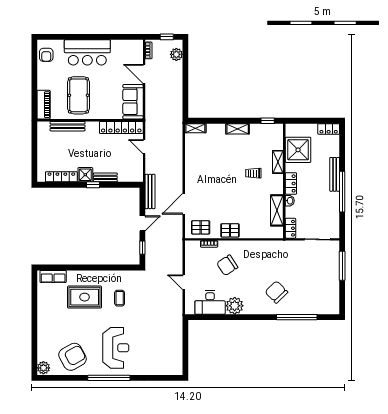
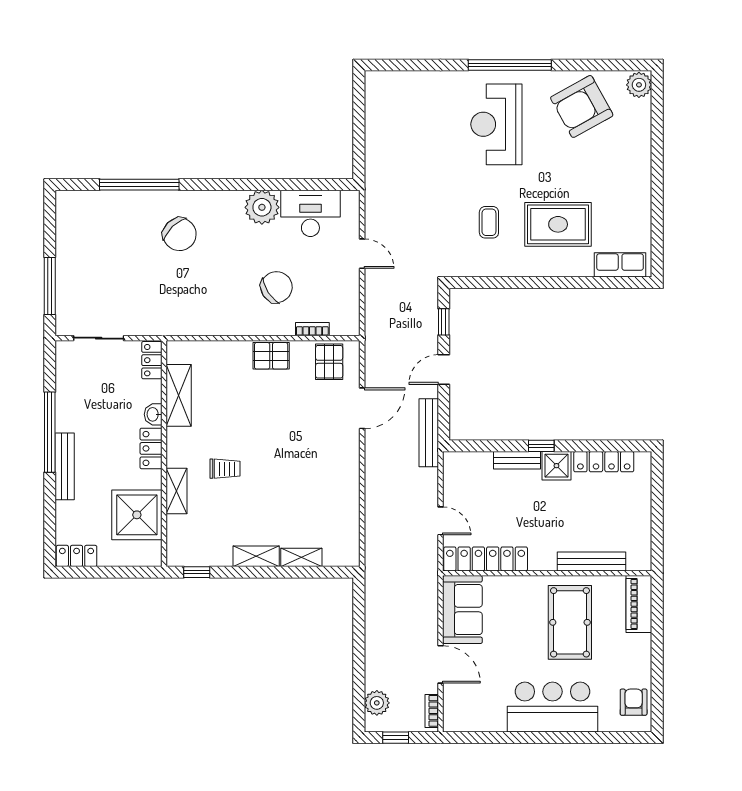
shelving: (195, 128) -> (301, 557), moved
pallet: (201, 227) -> (329, 362), turned 90

